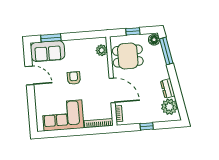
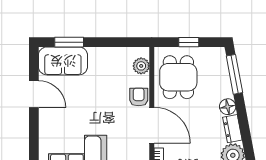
floor lamp: (154, 40) -> (228, 107), moved
dining table: (128, 56) -> (178, 77), turned 90
armchair: (74, 78) -> (139, 97), moved

